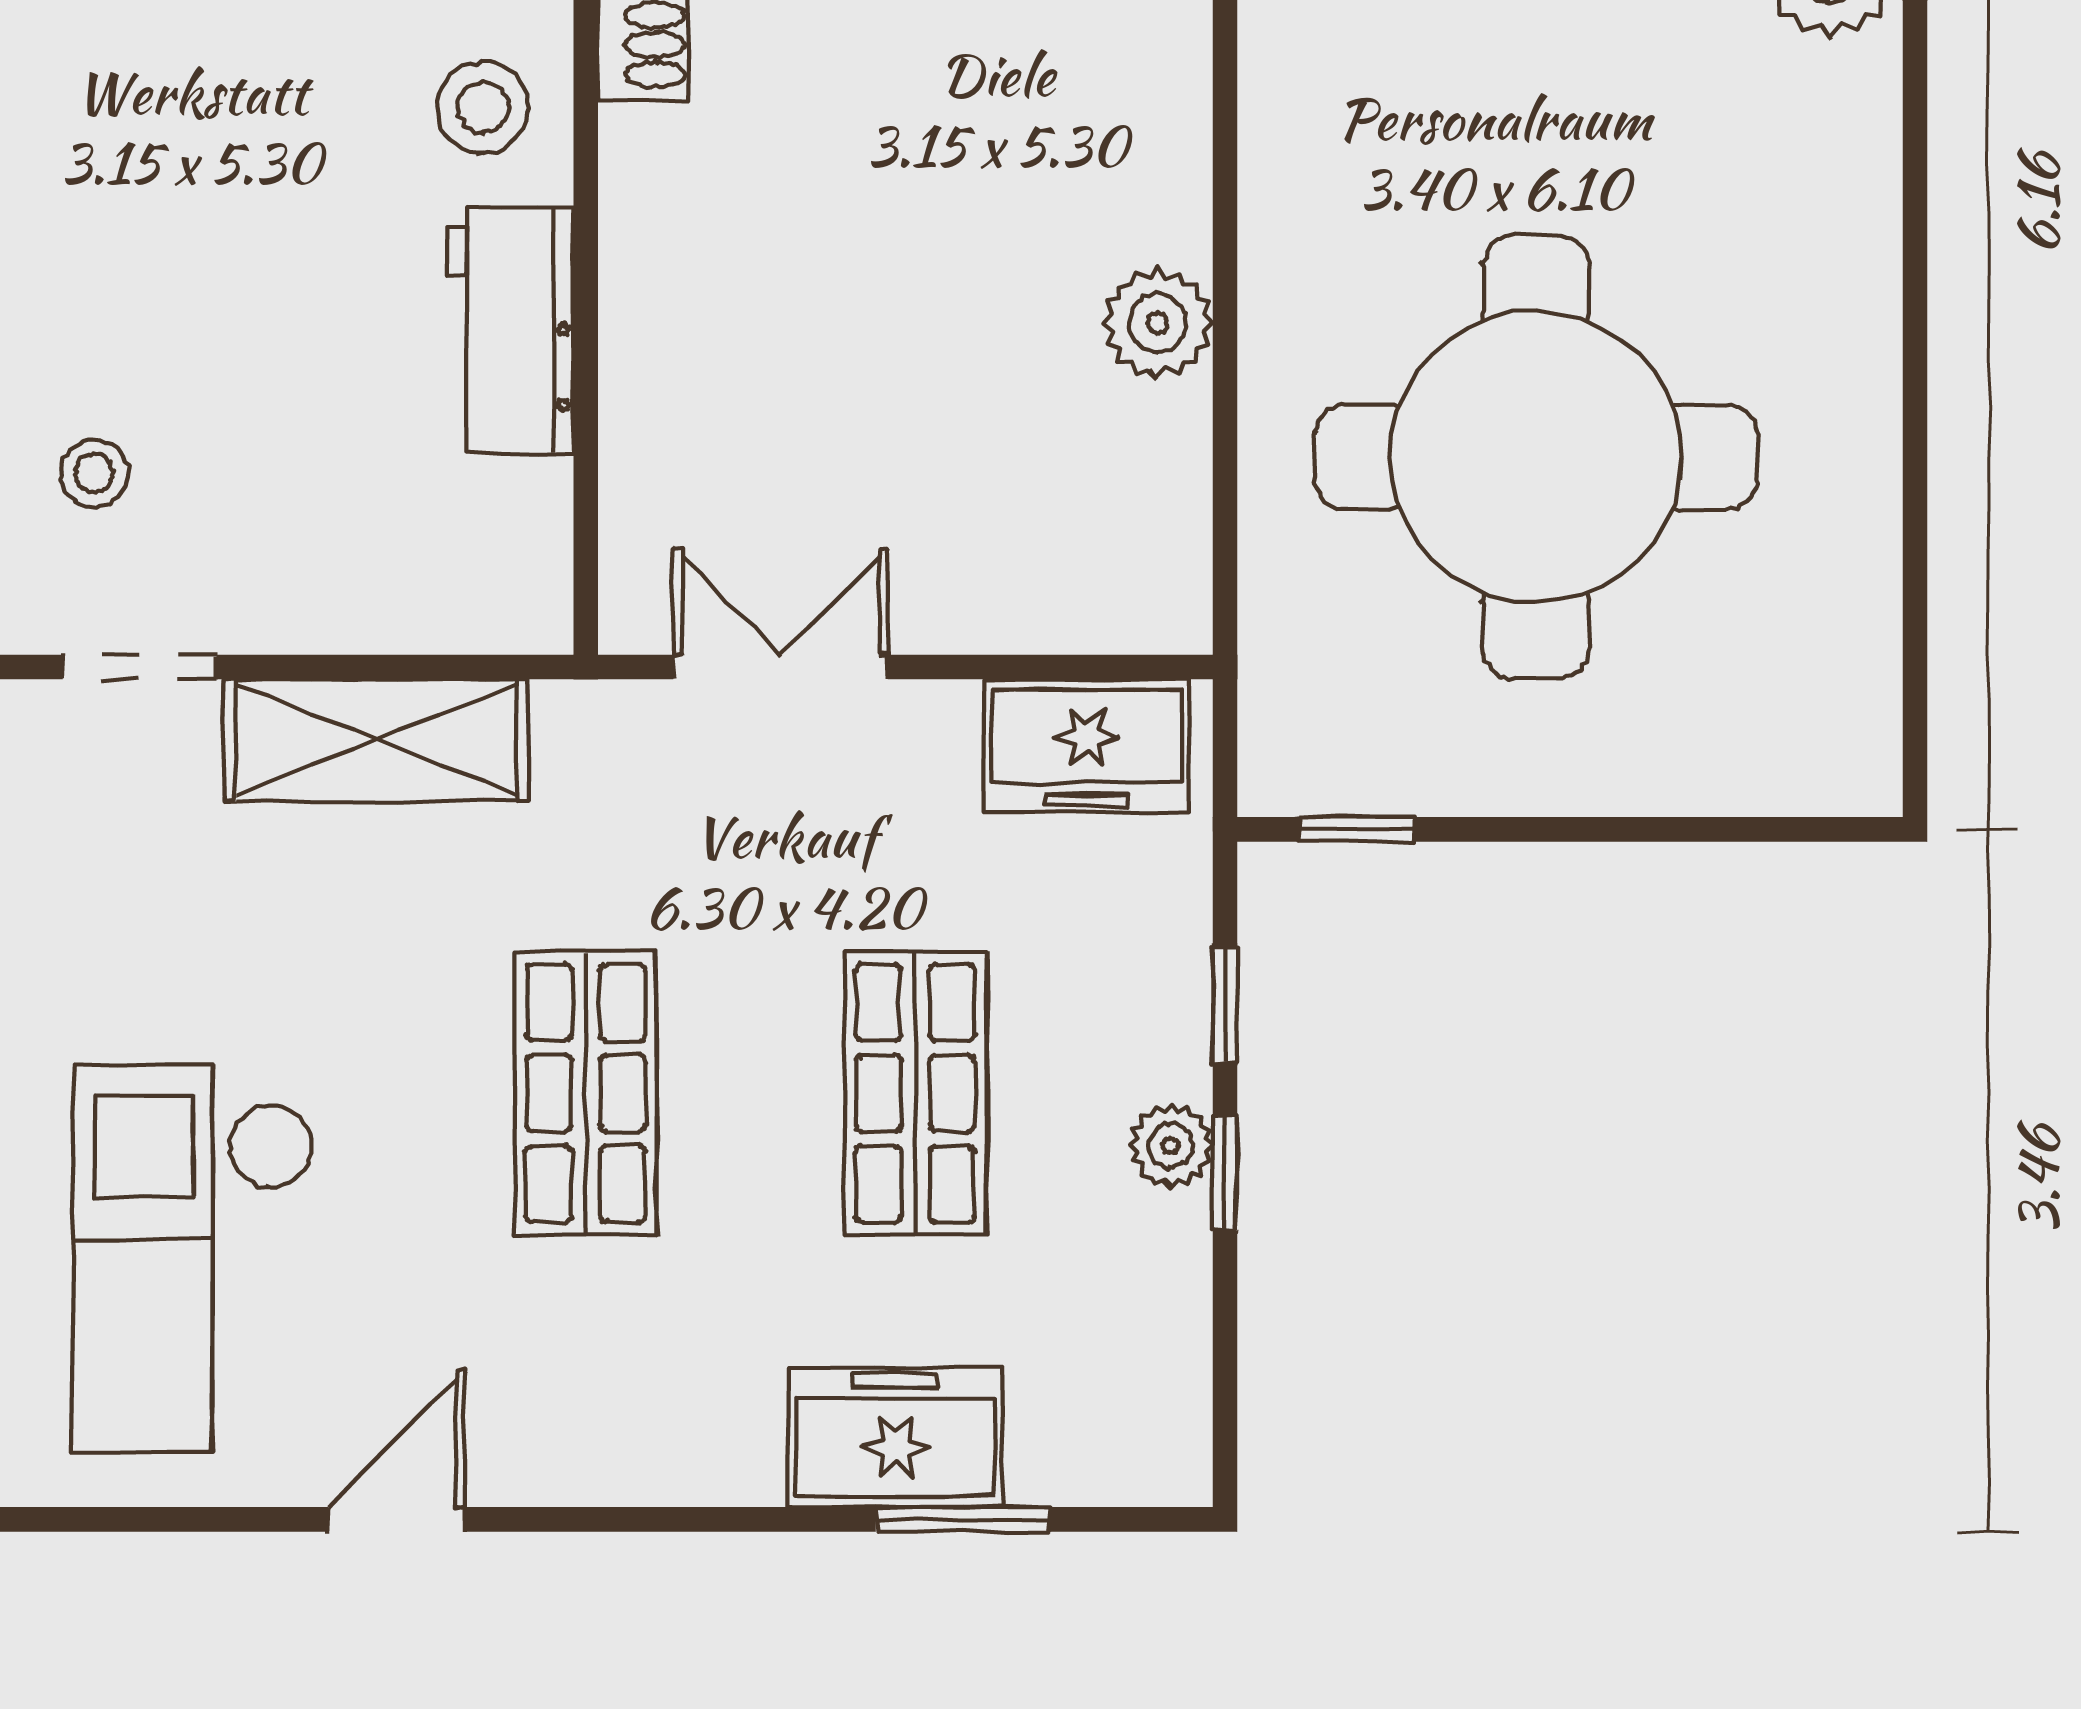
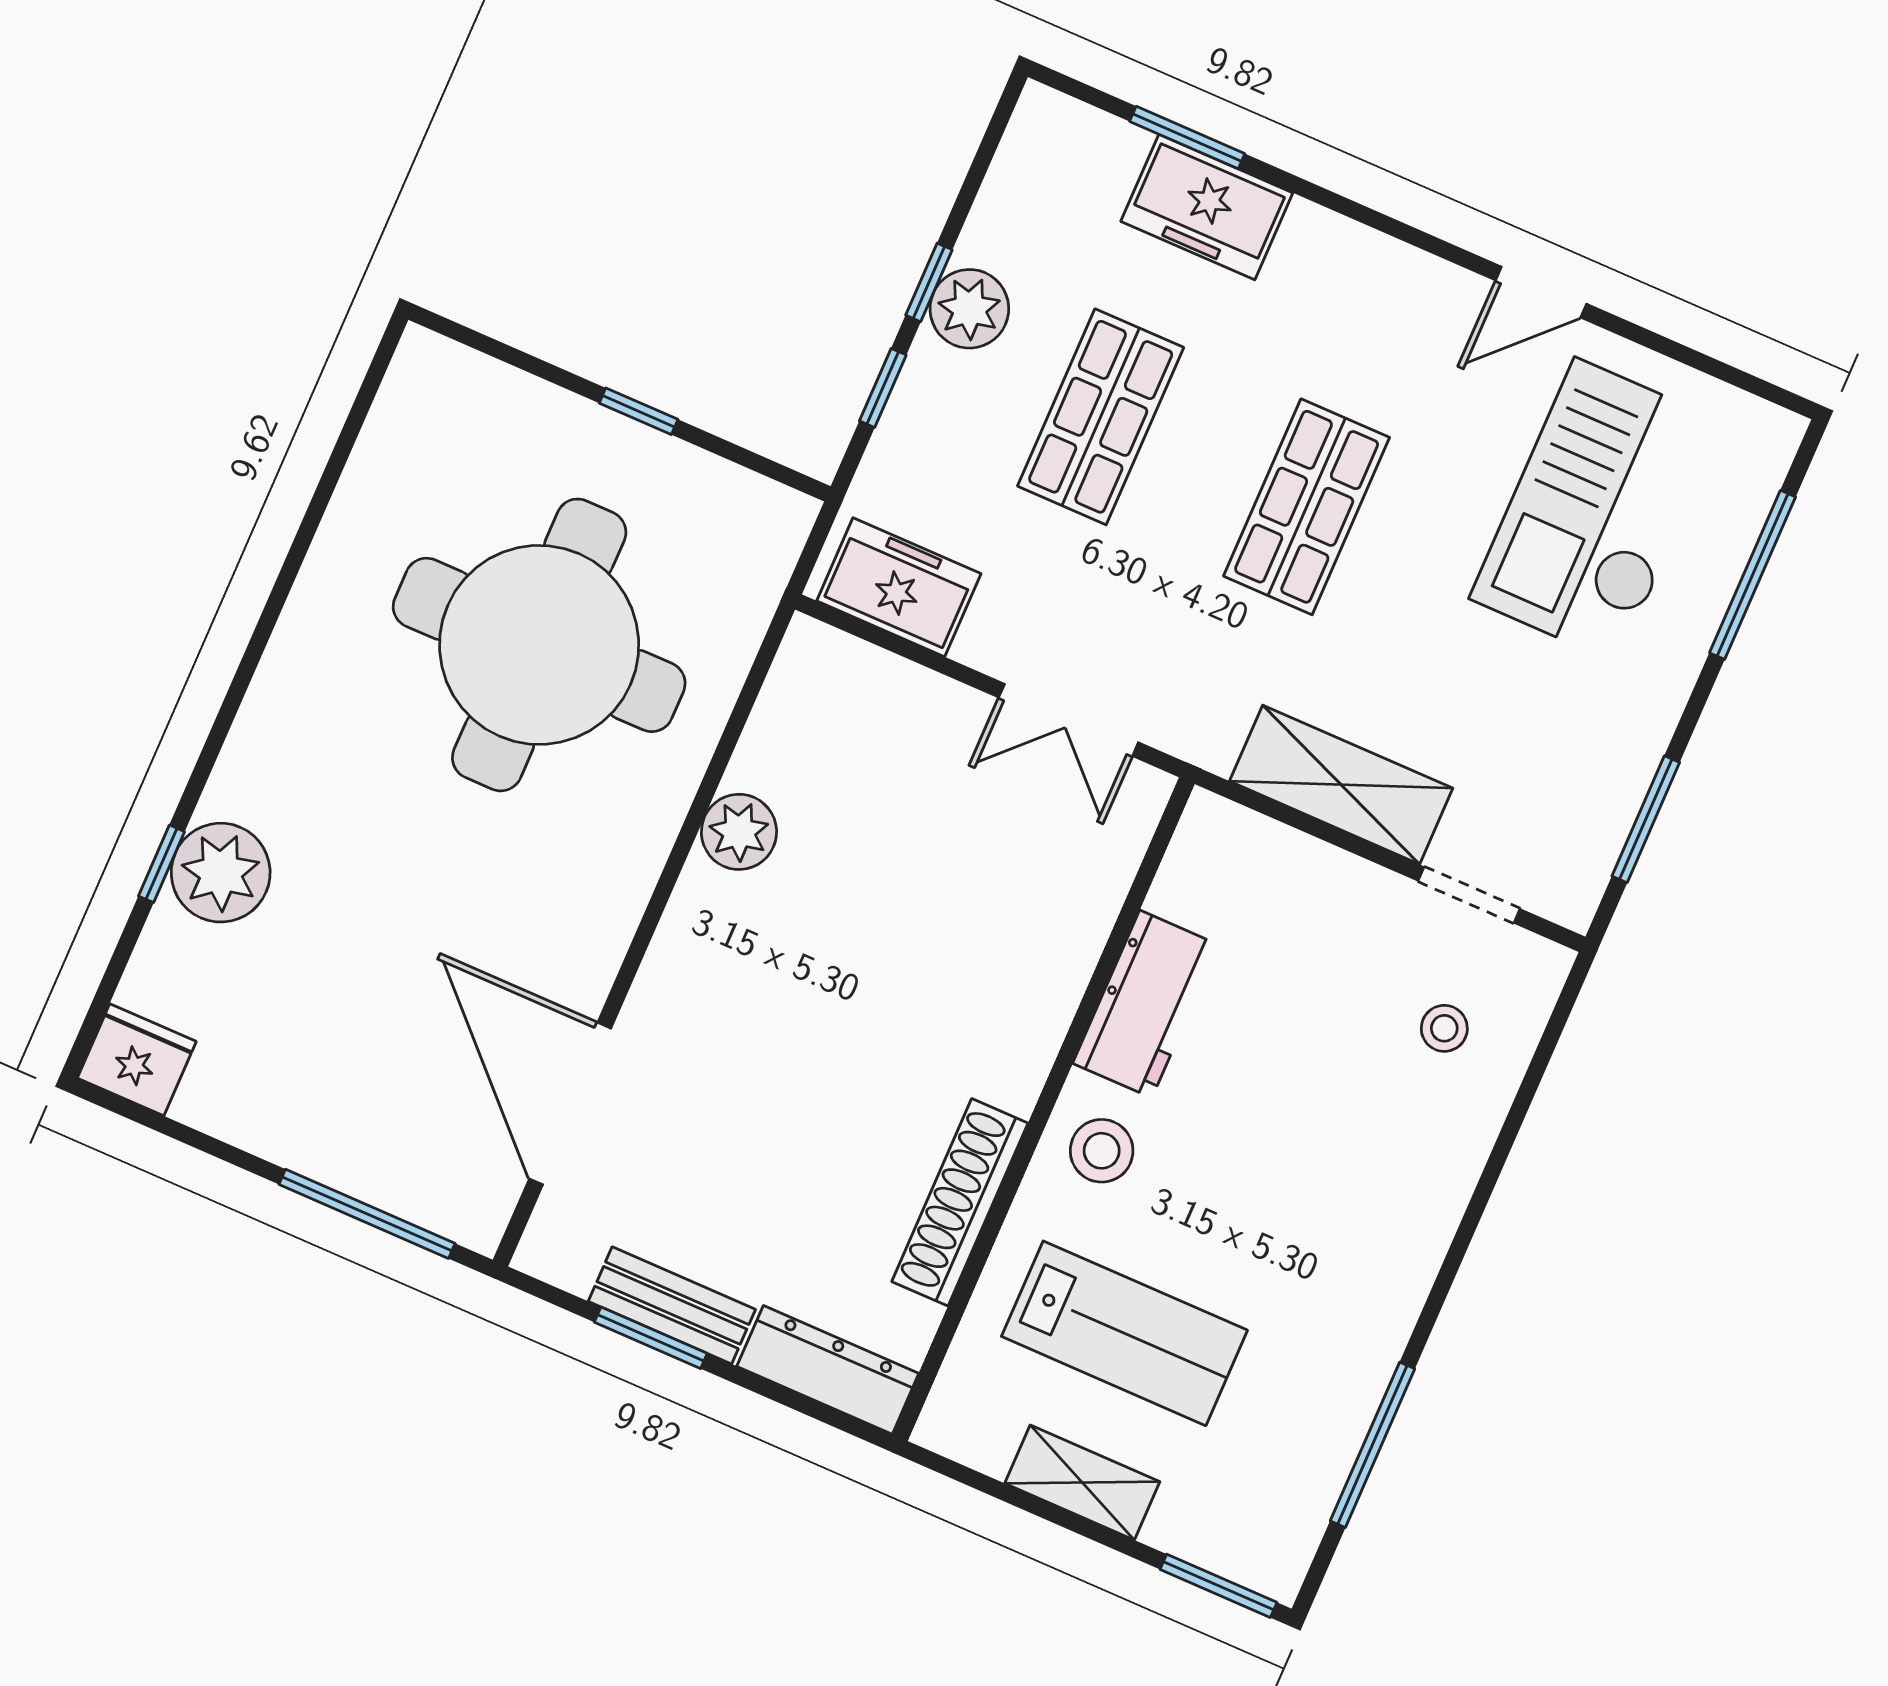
window: (1357, 829) -> (639, 411), moved
plant: (1171, 1146) -> (969, 309), width x1.38, depth x1.38
checkout: (193, 1259) -> (1597, 511), turned 180

